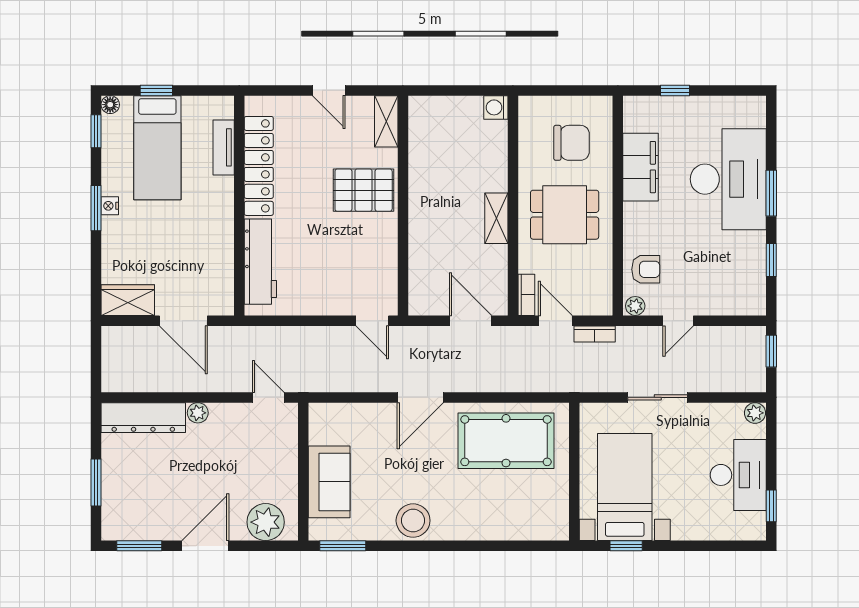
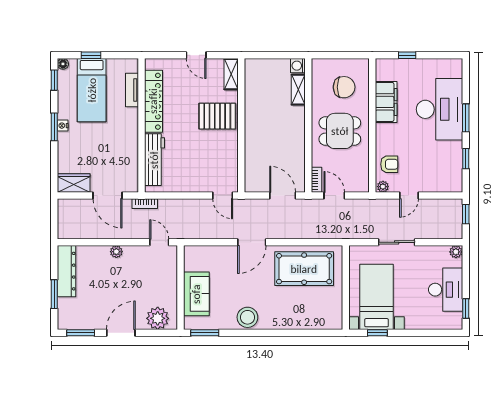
shelving: (496, 218) -> (298, 90), moved
bookcase: (595, 334) -> (145, 204), moved
dresser: (143, 418) -> (67, 271), moved, turned -90

